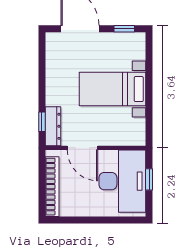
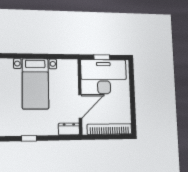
window: (42, 122) -> (29, 138), moved
dresser: (53, 126) -> (69, 129), width x0.70

